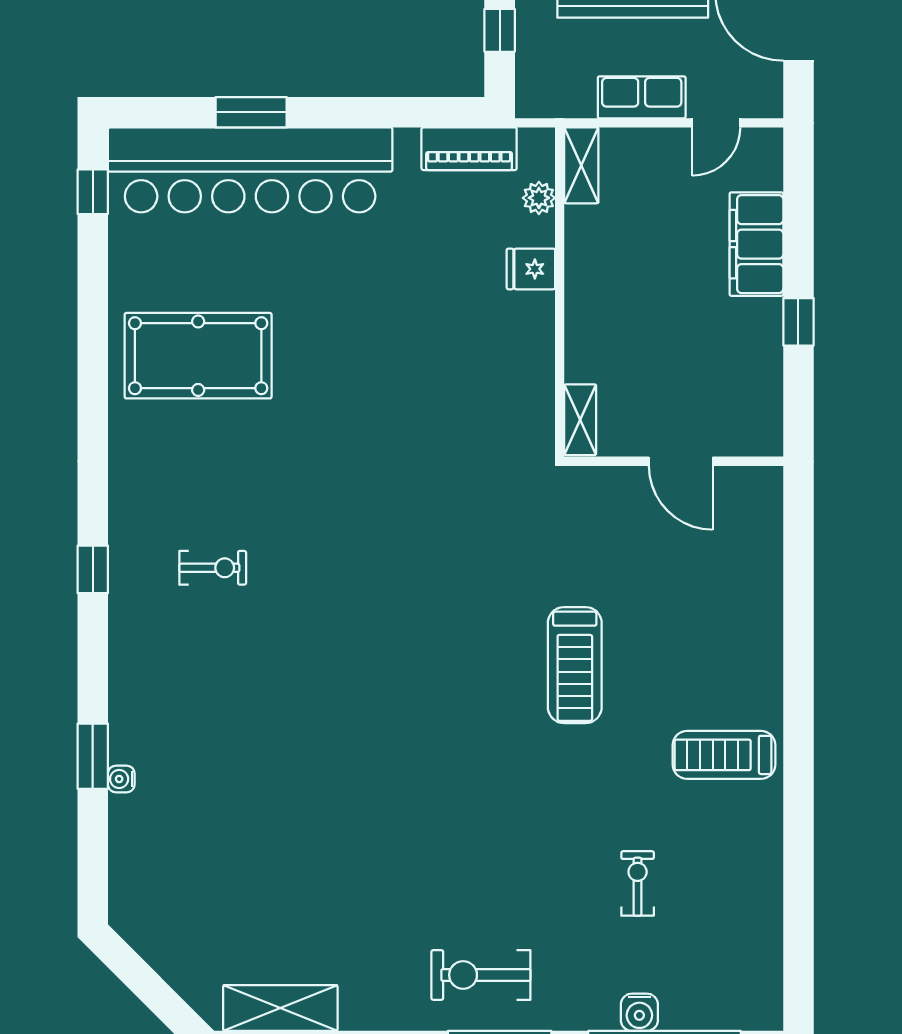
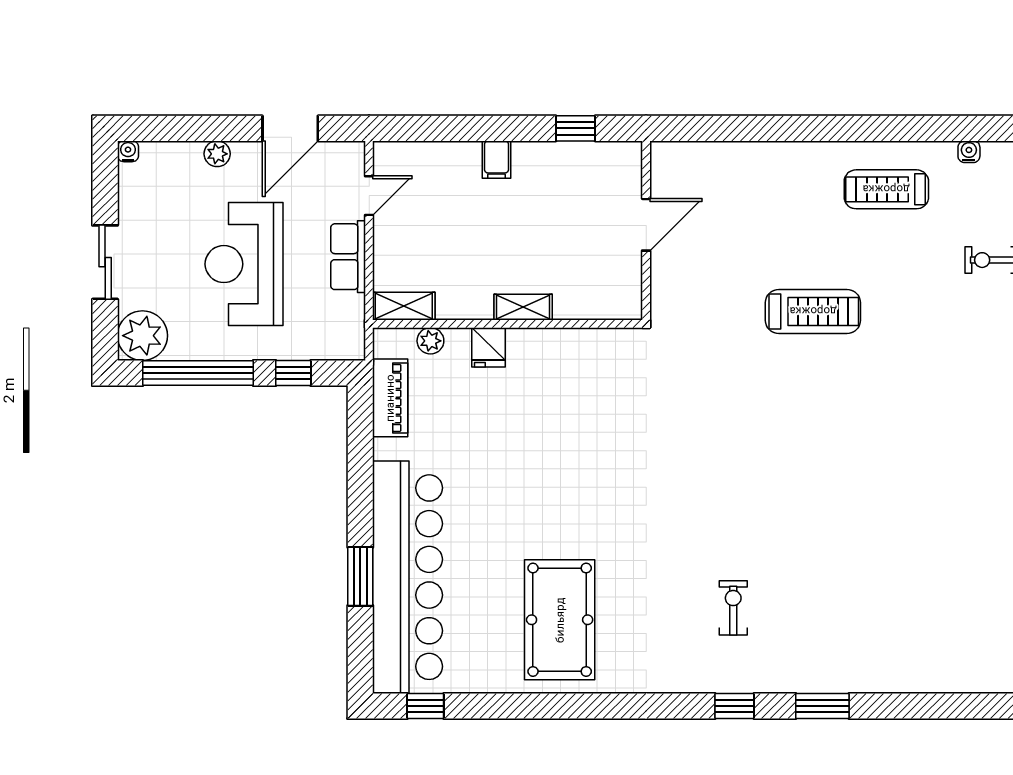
door: (716, 123) -> (369, 196), hinge flipped
filing cabinet: (756, 244) -> (496, 160), width x0.33, depth x0.86
window: (798, 322) -> (575, 128), moved
shelving: (580, 420) -> (523, 307), moved
treadmill: (724, 755) -> (886, 189), turned 90
window: (93, 756) -> (822, 706), moved
water cooler: (121, 779) -> (969, 152), moved, turned 180

